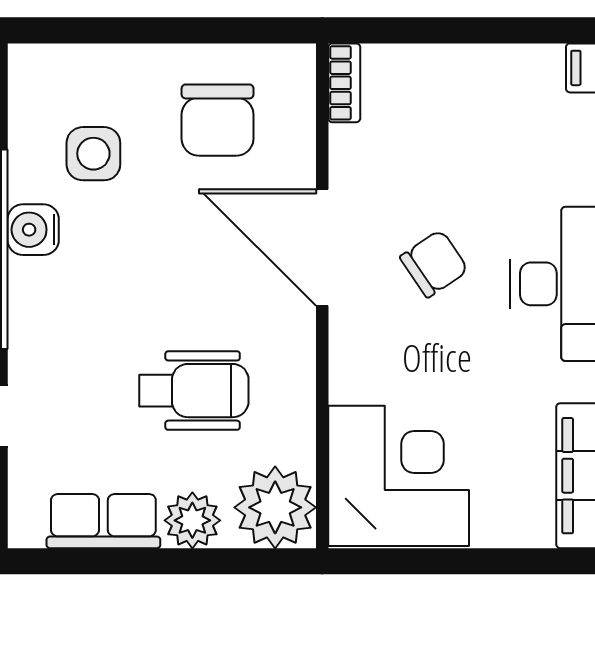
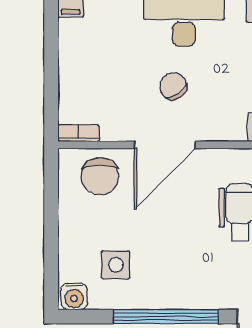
chair: (218, 120) -> (100, 176), moved, turned 90
water cooler: (33, 230) -> (74, 296), moved

